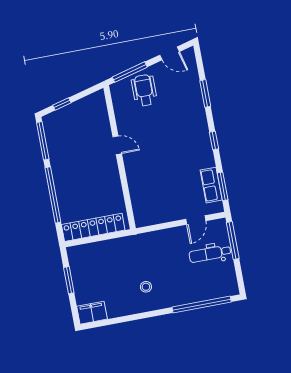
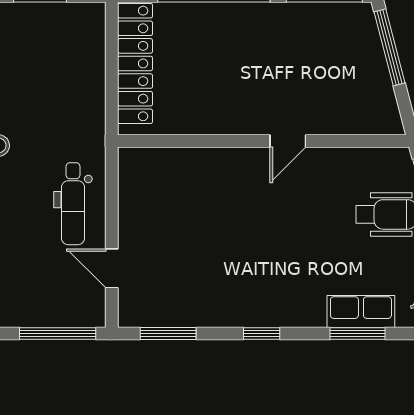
window: (62, 104) -> (390, 47), width x2.17
row of seats: (211, 185) -> (361, 311), moved
dental chair: (210, 254) -> (73, 204), moved, turned 180

